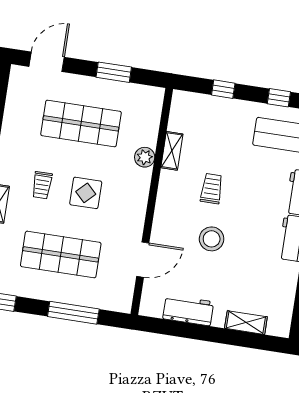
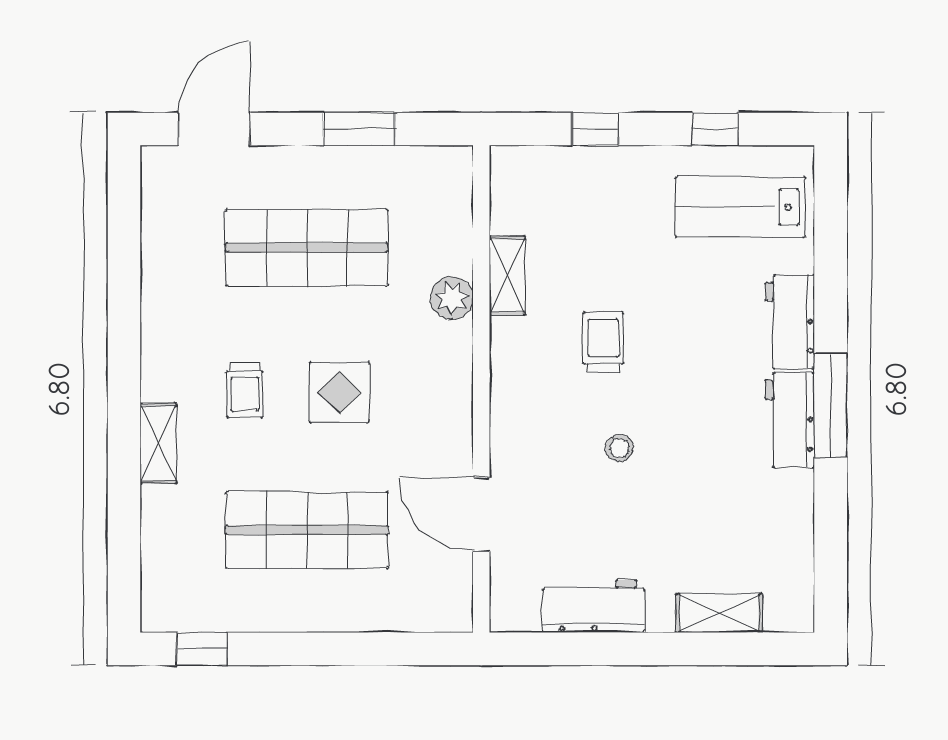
stool: (212, 239) -> (619, 448), width x0.53, depth x0.53
door: (143, 260) -> (481, 514), swing flipped
window: (73, 313) -> (352, 649), removed

